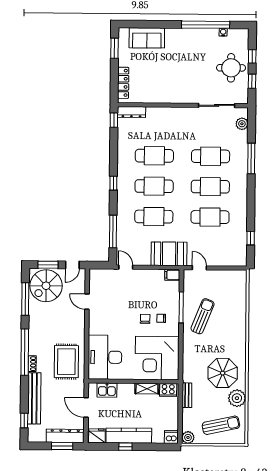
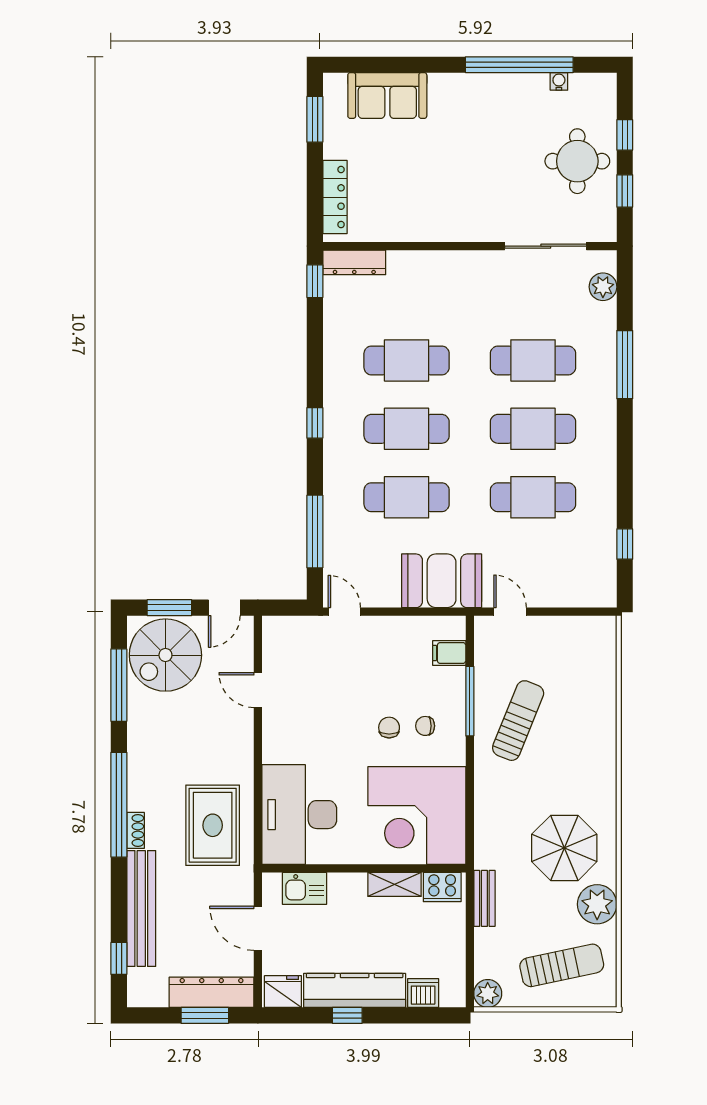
filing cabinet: (172, 275) -> (449, 653), moved
dishwasher: (171, 437) -> (423, 993), moved

